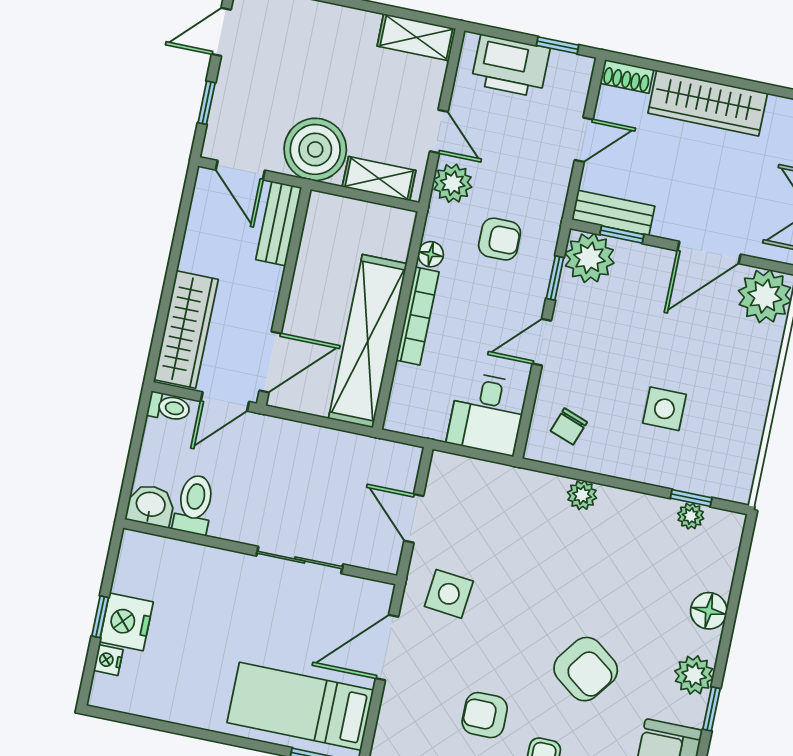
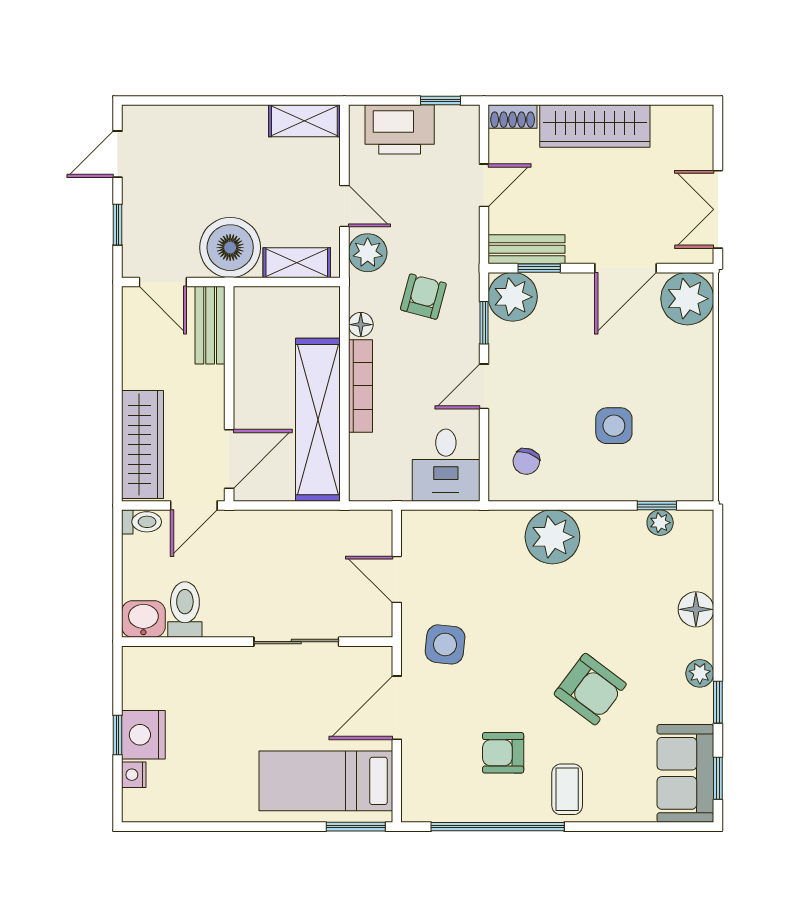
armchair: (500, 239) -> (423, 297), turned -75
plant: (582, 495) -> (552, 537), width x1.87, depth x1.87
plant: (694, 675) -> (700, 673), width x0.73, depth x0.73

